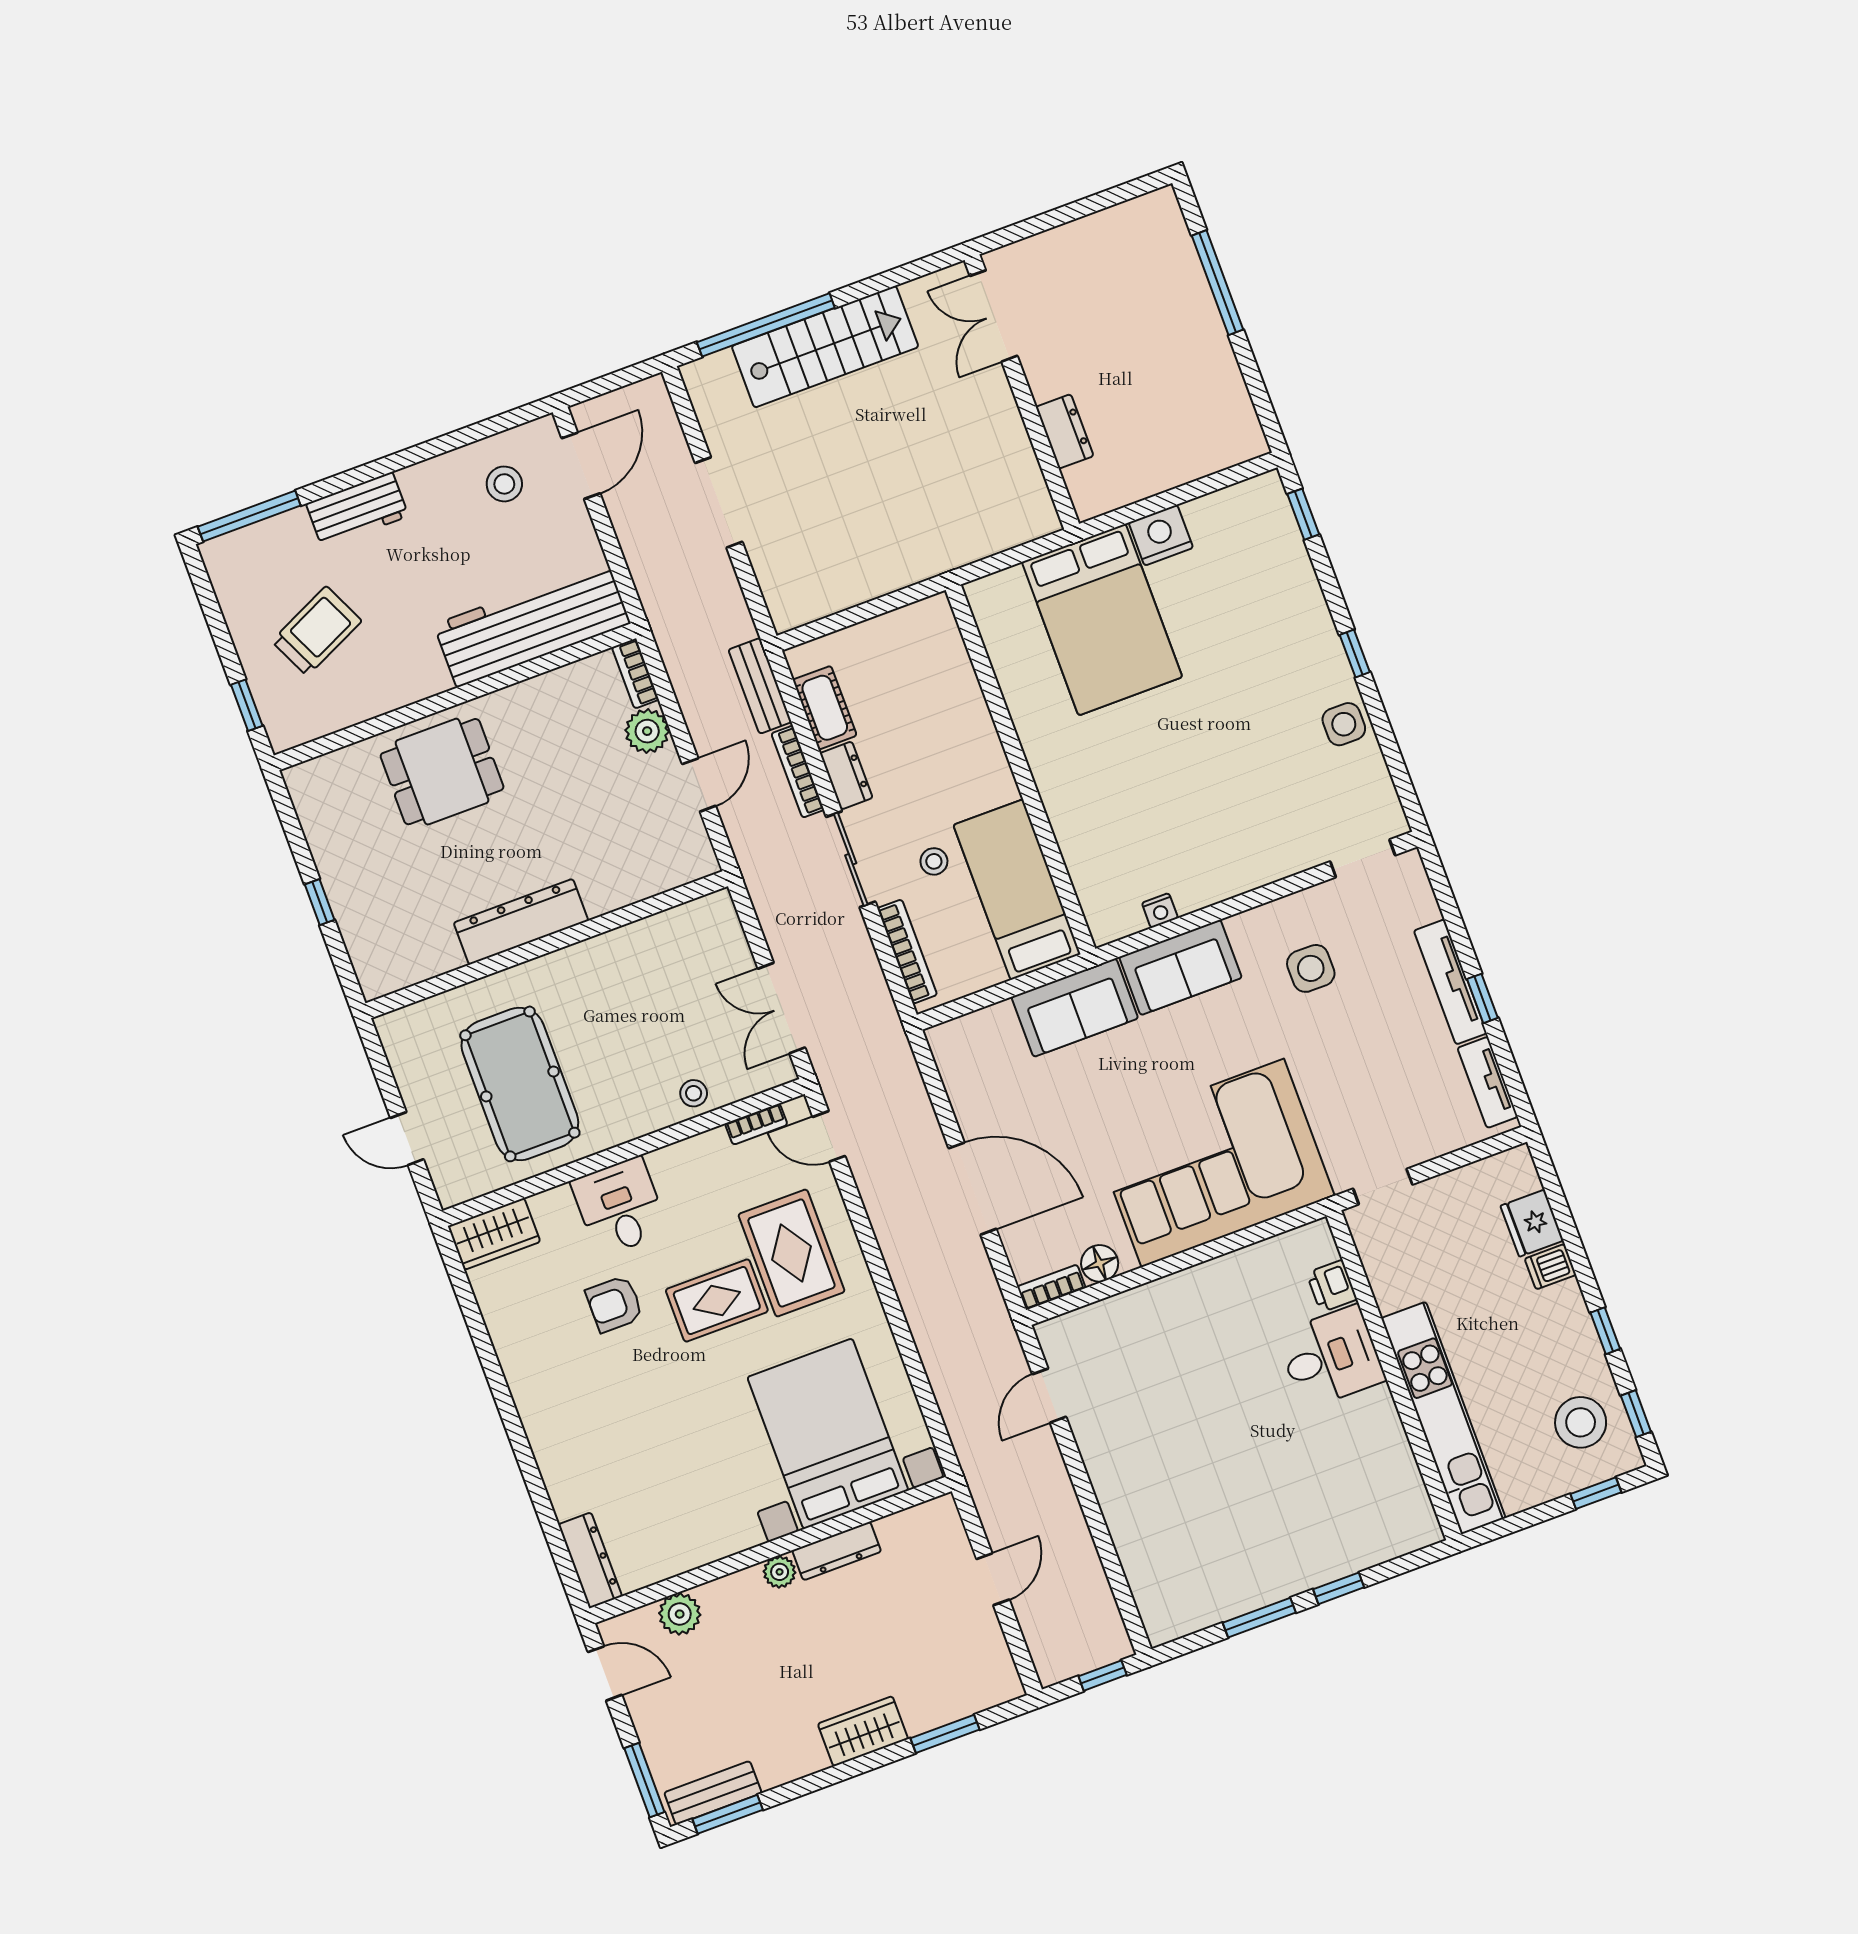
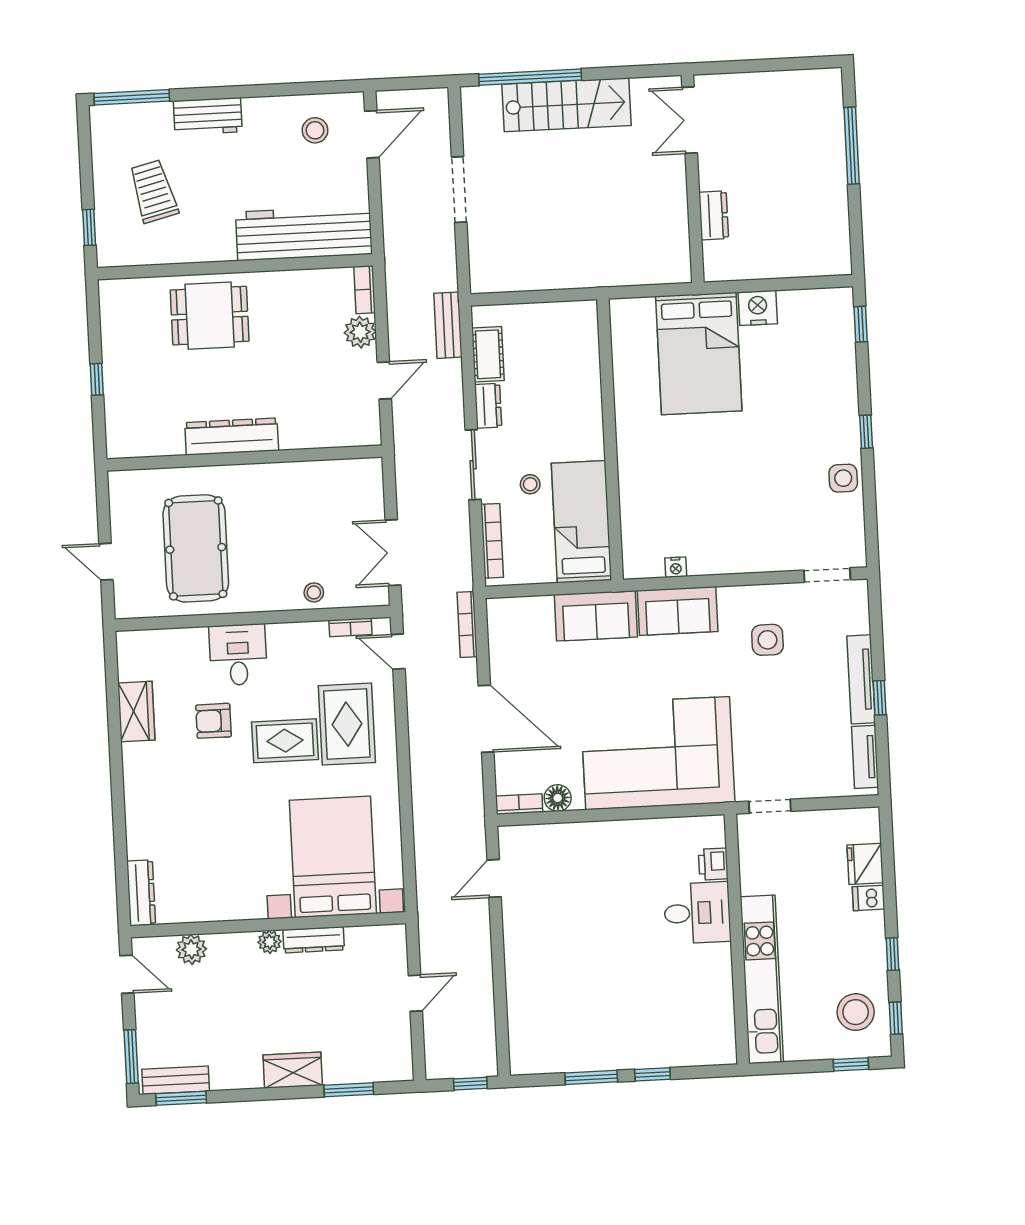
trolley: (317, 631) -> (153, 191), turned -79
bookcase: (798, 772) -> (467, 625), moved
wardrobe: (494, 1234) -> (136, 711), moved, turned -90

